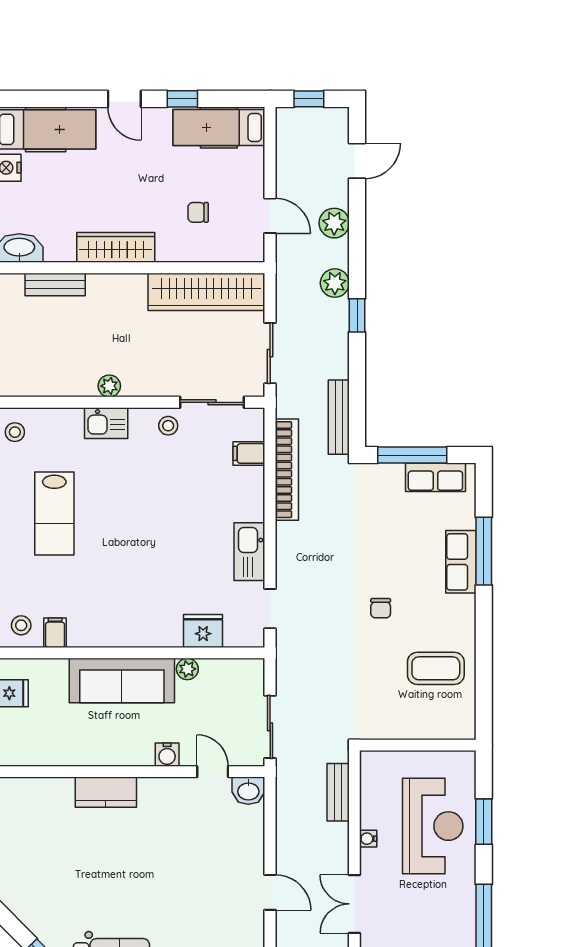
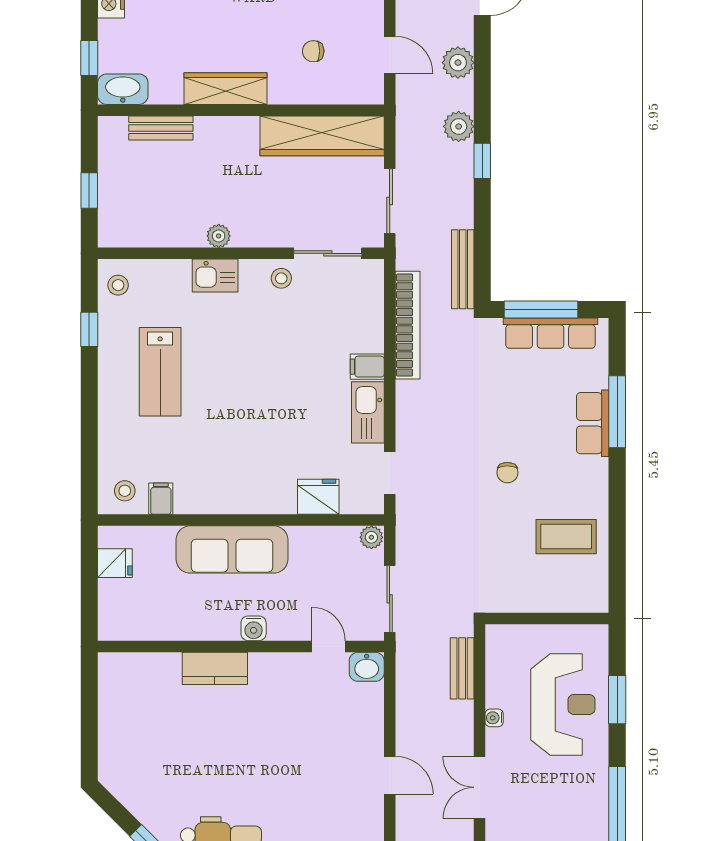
filing cabinet: (249, 453) -> (367, 367), moved
row of seats: (435, 477) -> (551, 333), width x1.48
plant: (187, 669) -> (371, 537), moved
water cooler: (167, 755) -> (254, 628), moved

